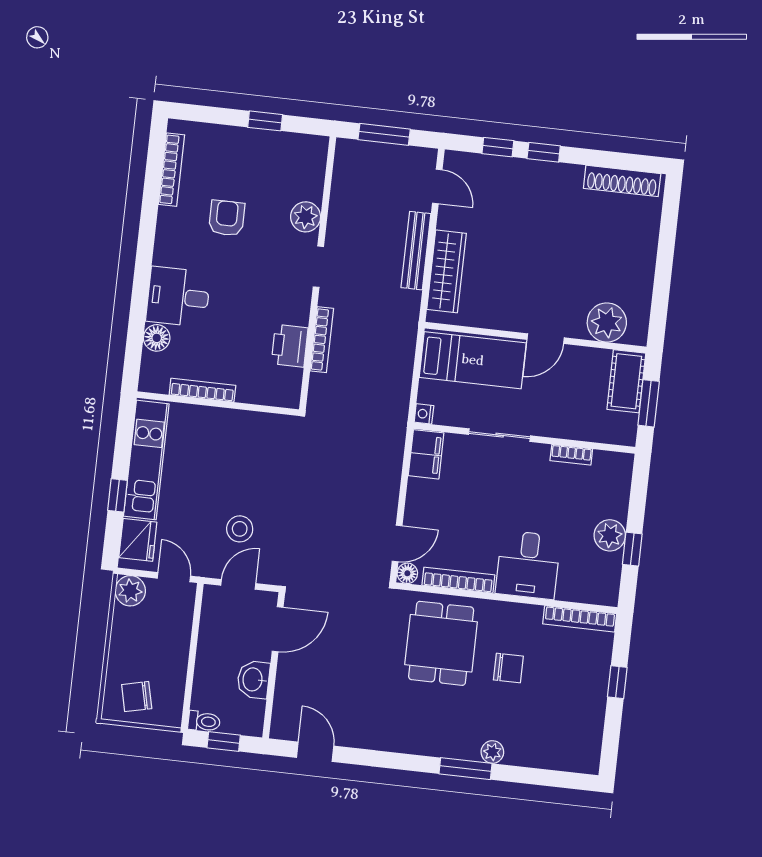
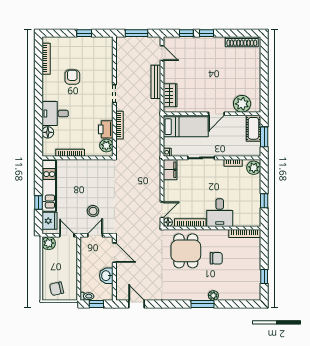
plant: (306, 217) -> (106, 145), moved
wardrobe: (447, 271) -> (170, 95), width x0.67
plant: (610, 535) -> (254, 168), moved
door: (278, 629) -> (114, 253), hinge flipped
window: (617, 682) -> (264, 276), moved

